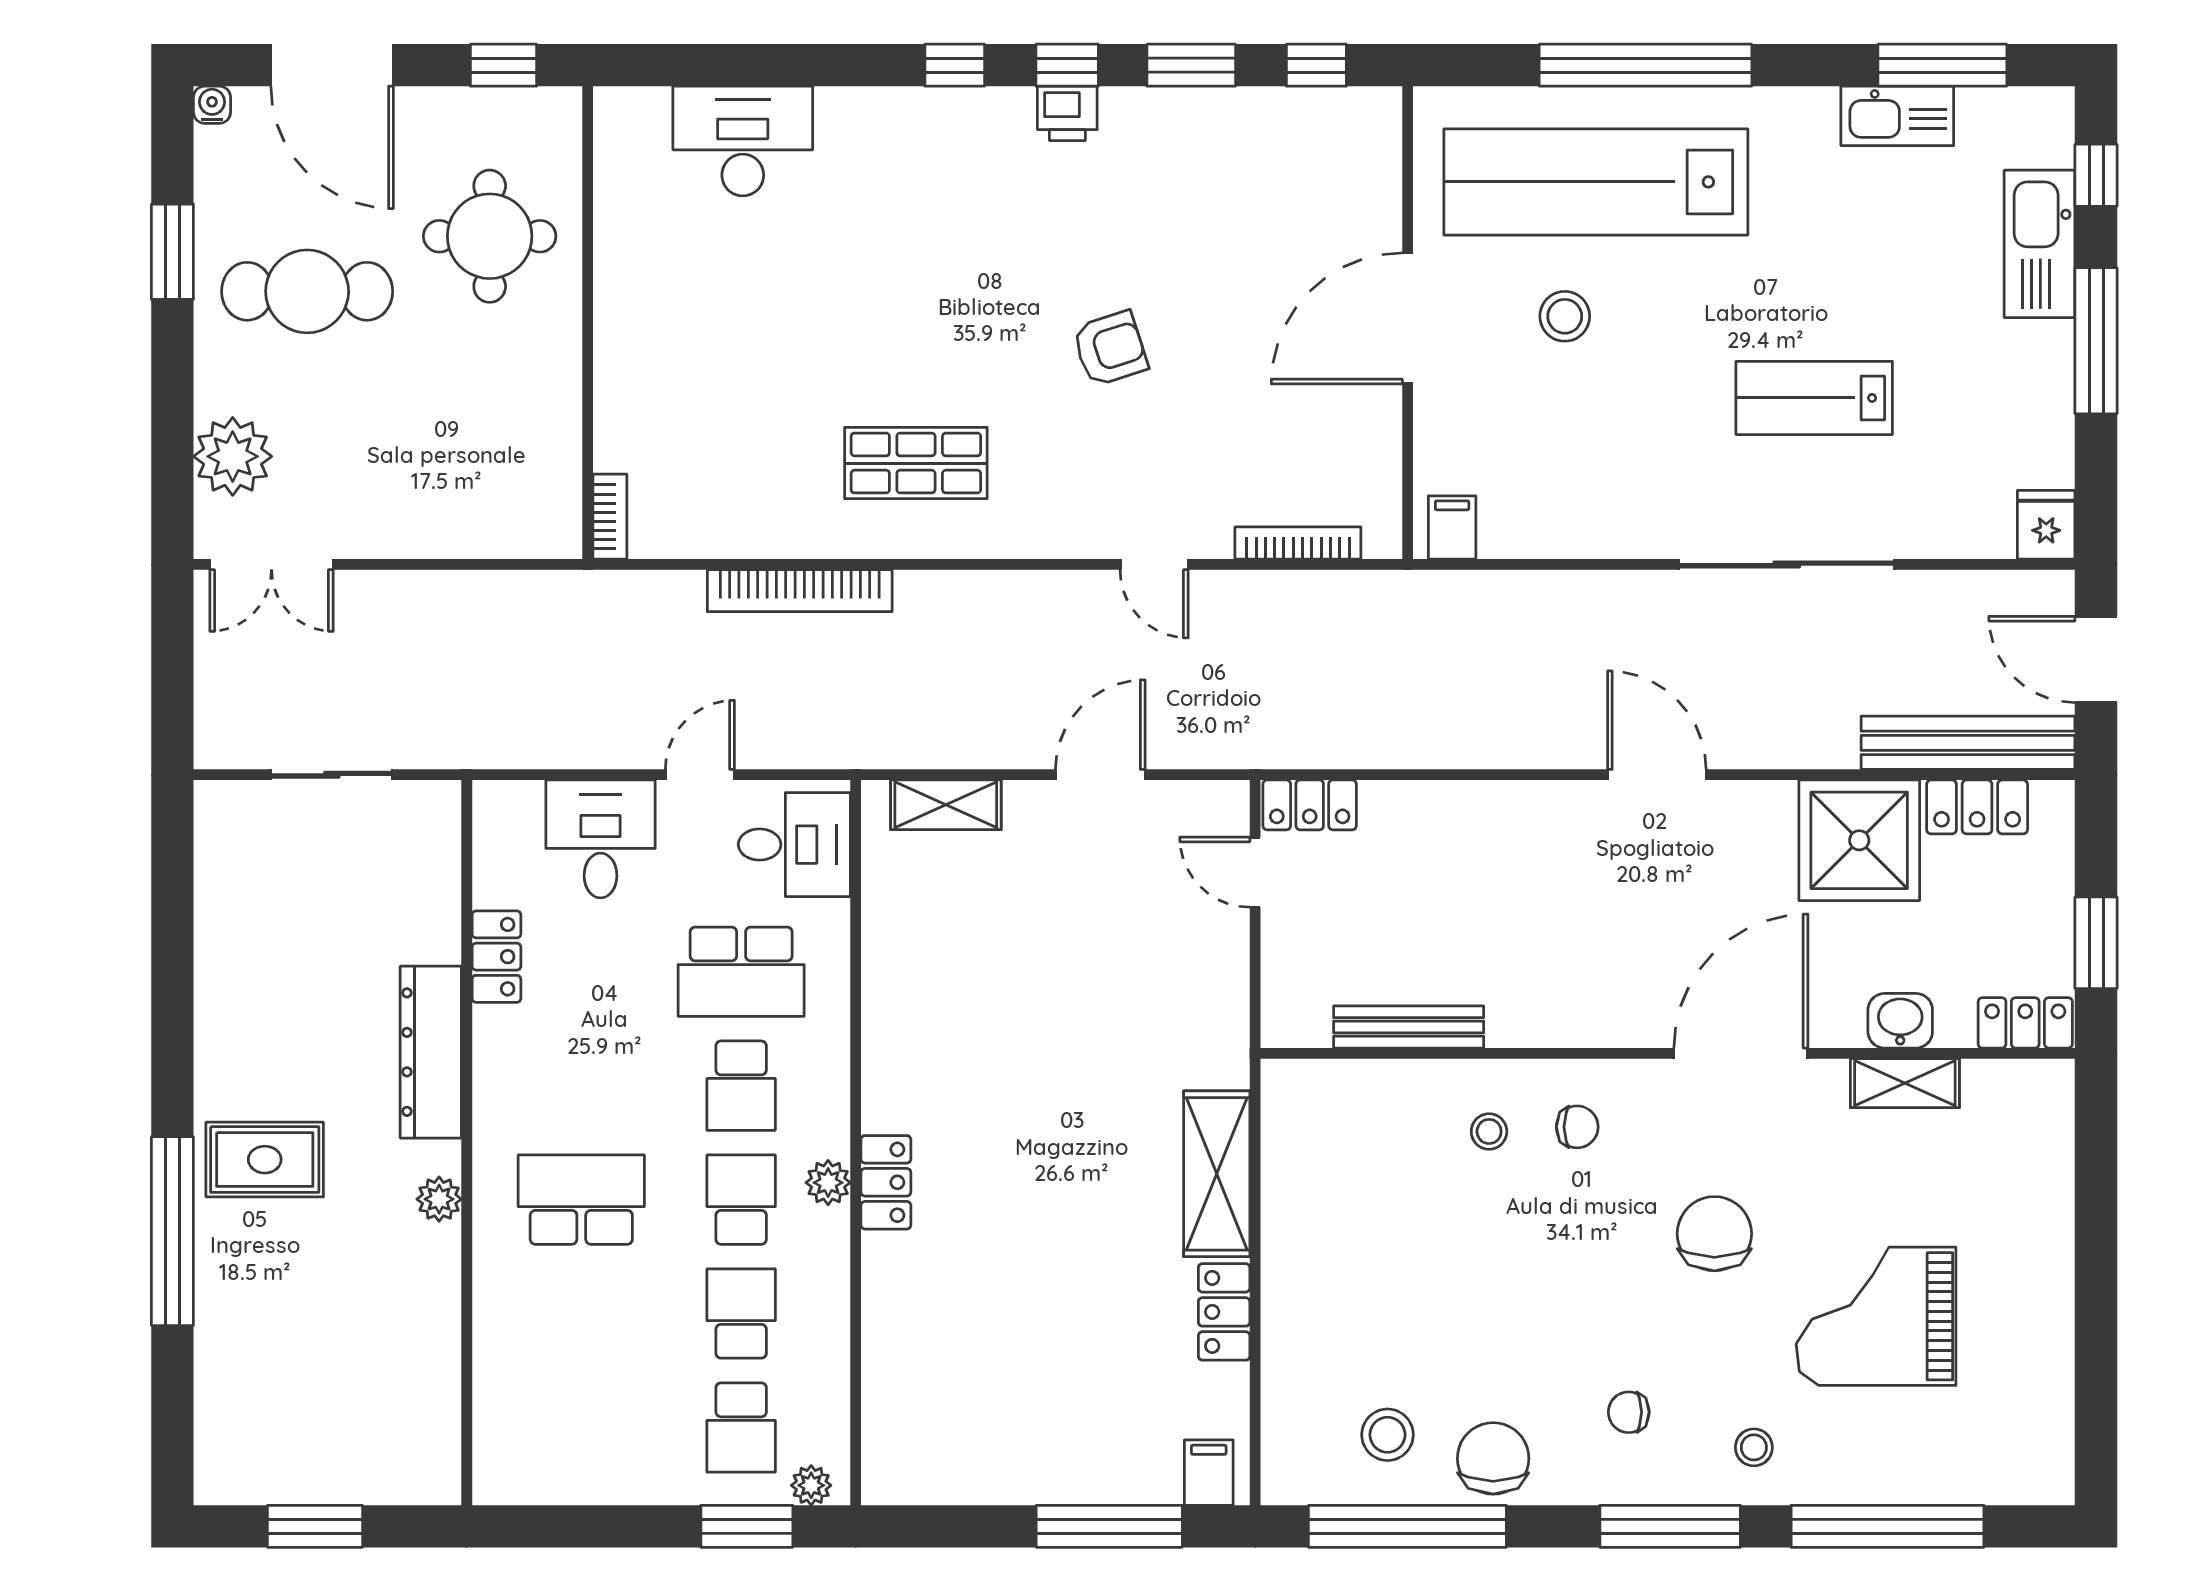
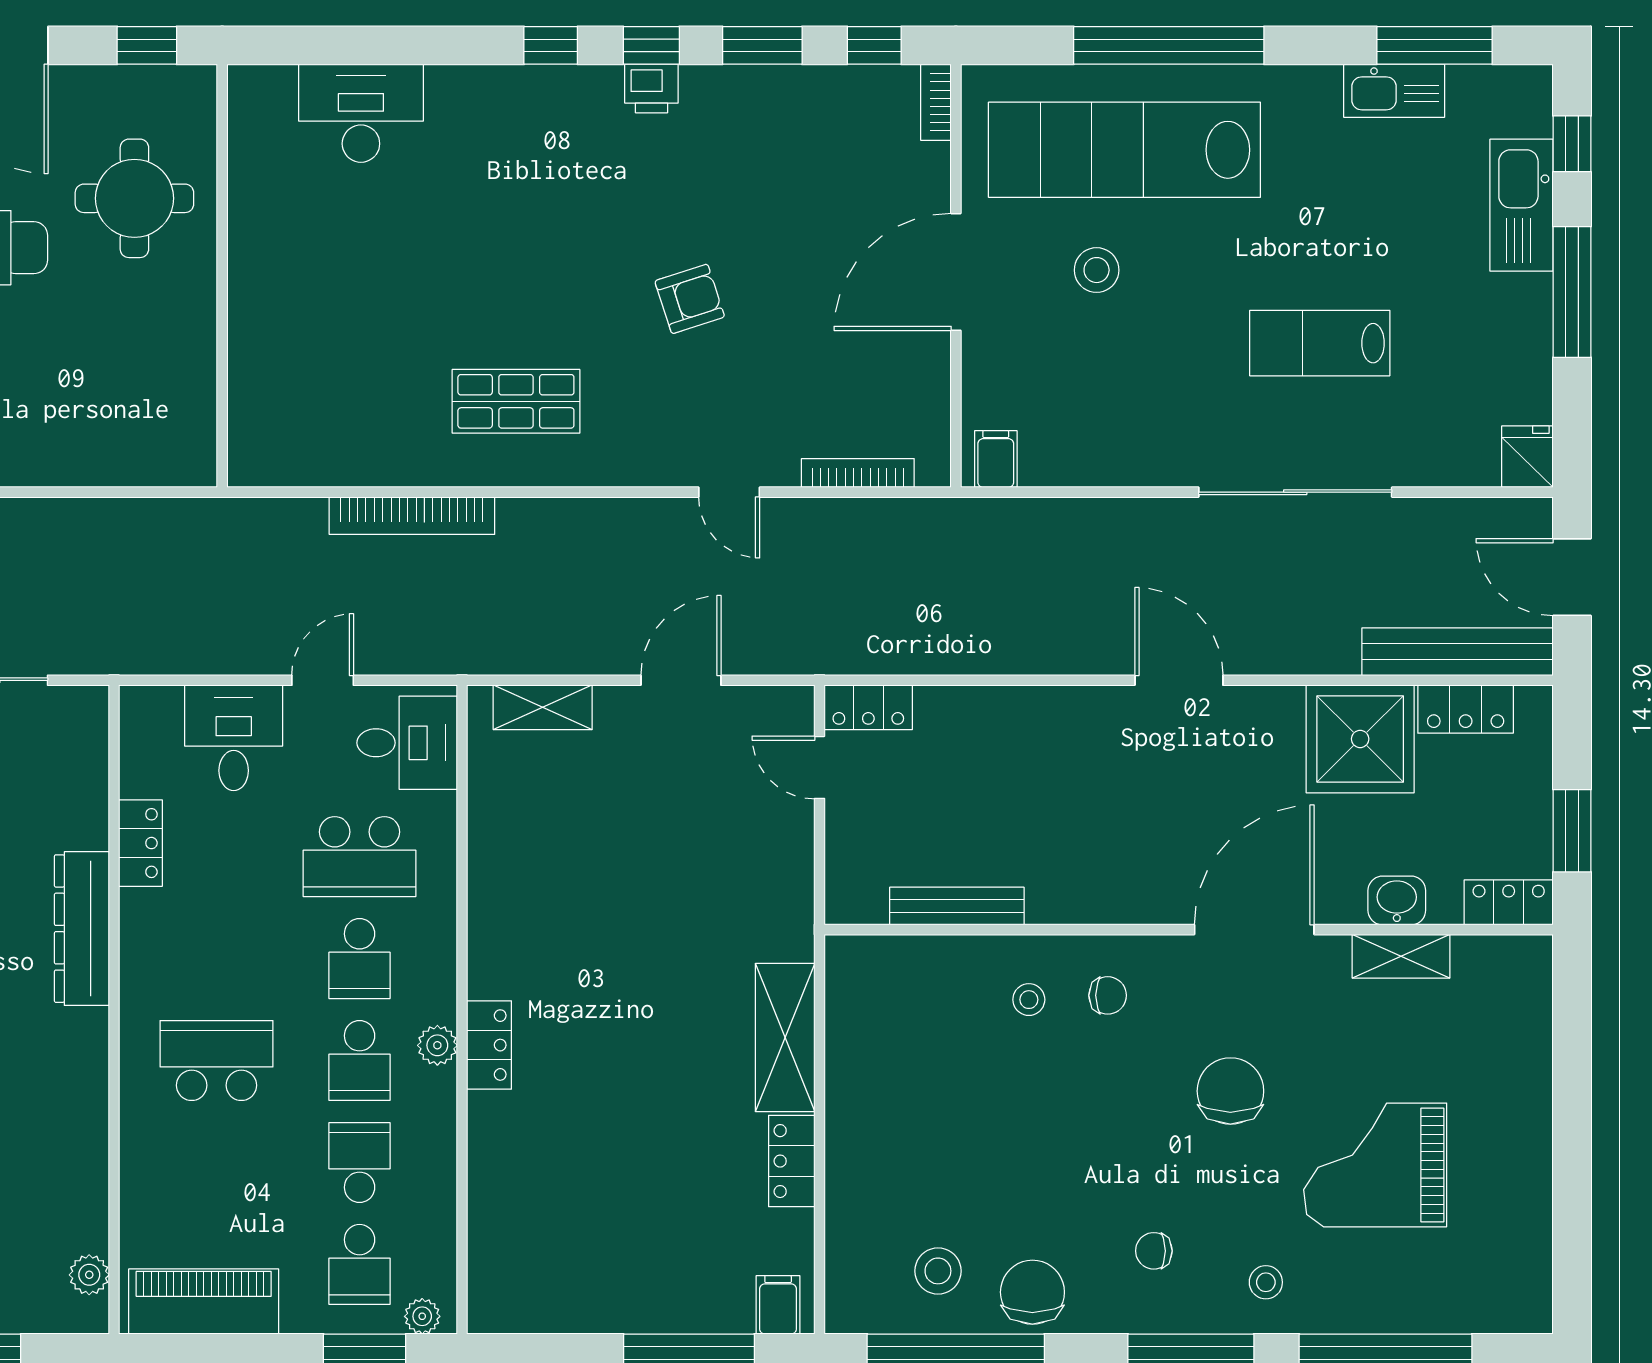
bookcase: (610, 517) -> (936, 102), moved, turned 180
plant: (439, 1199) -> (89, 1275), moved
school desk: (741, 1200) -> (360, 1061), turned 180
piano: (567, 1469) -> (204, 1301), added

